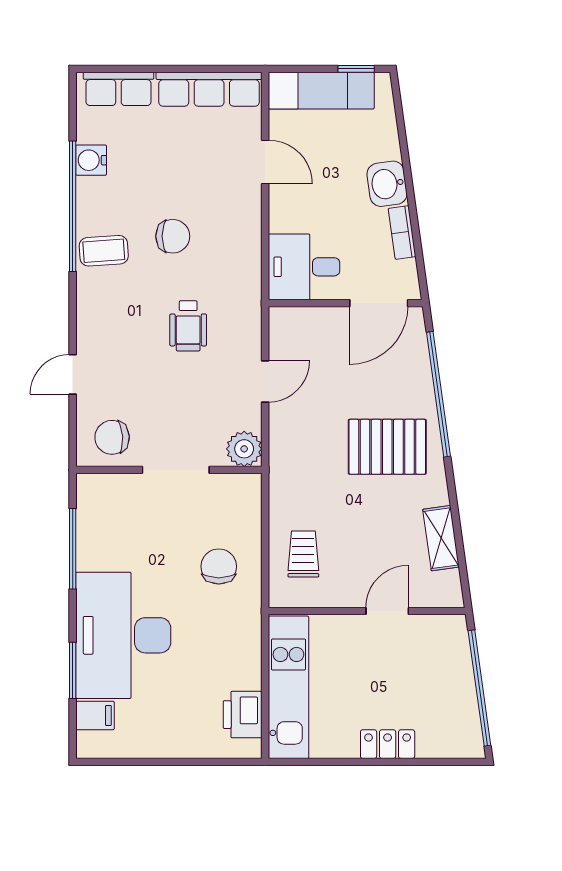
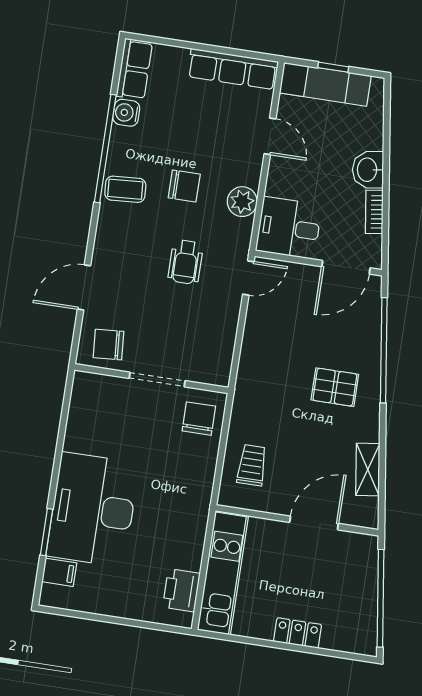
window: (356, 69) -> (333, 67), moved
row of seats: (118, 89) -> (134, 69), moved, turned -90
door: (73, 374) -> (84, 287), width x1.38
door: (265, 381) -> (248, 278), moved
pallet: (387, 447) -> (335, 387), width x0.67, depth x0.71
plant: (244, 449) -> (242, 202), moved
window: (73, 549) -> (62, 432), removed
chair: (219, 566) -> (199, 419), moved
door: (387, 611) -> (314, 523), width x1.38

